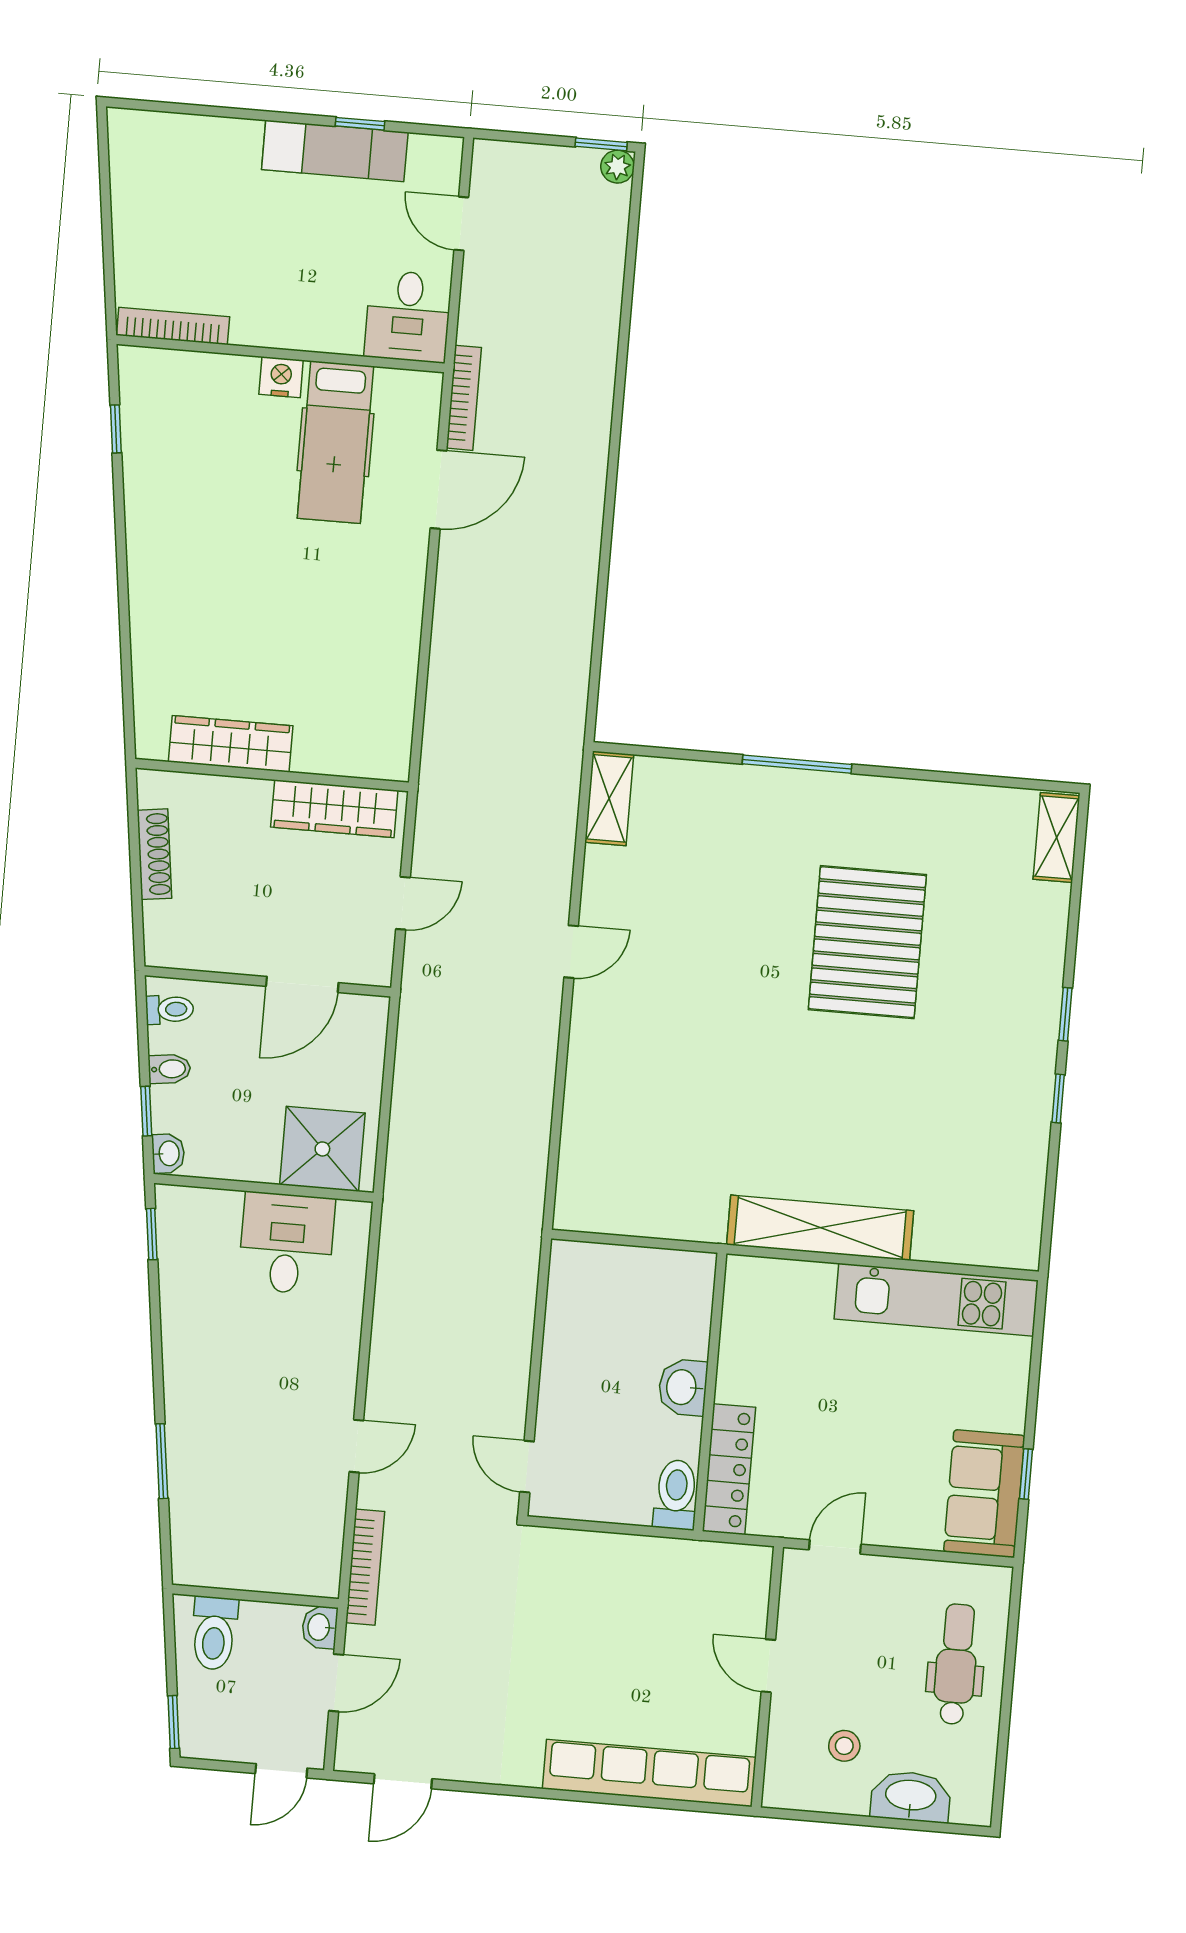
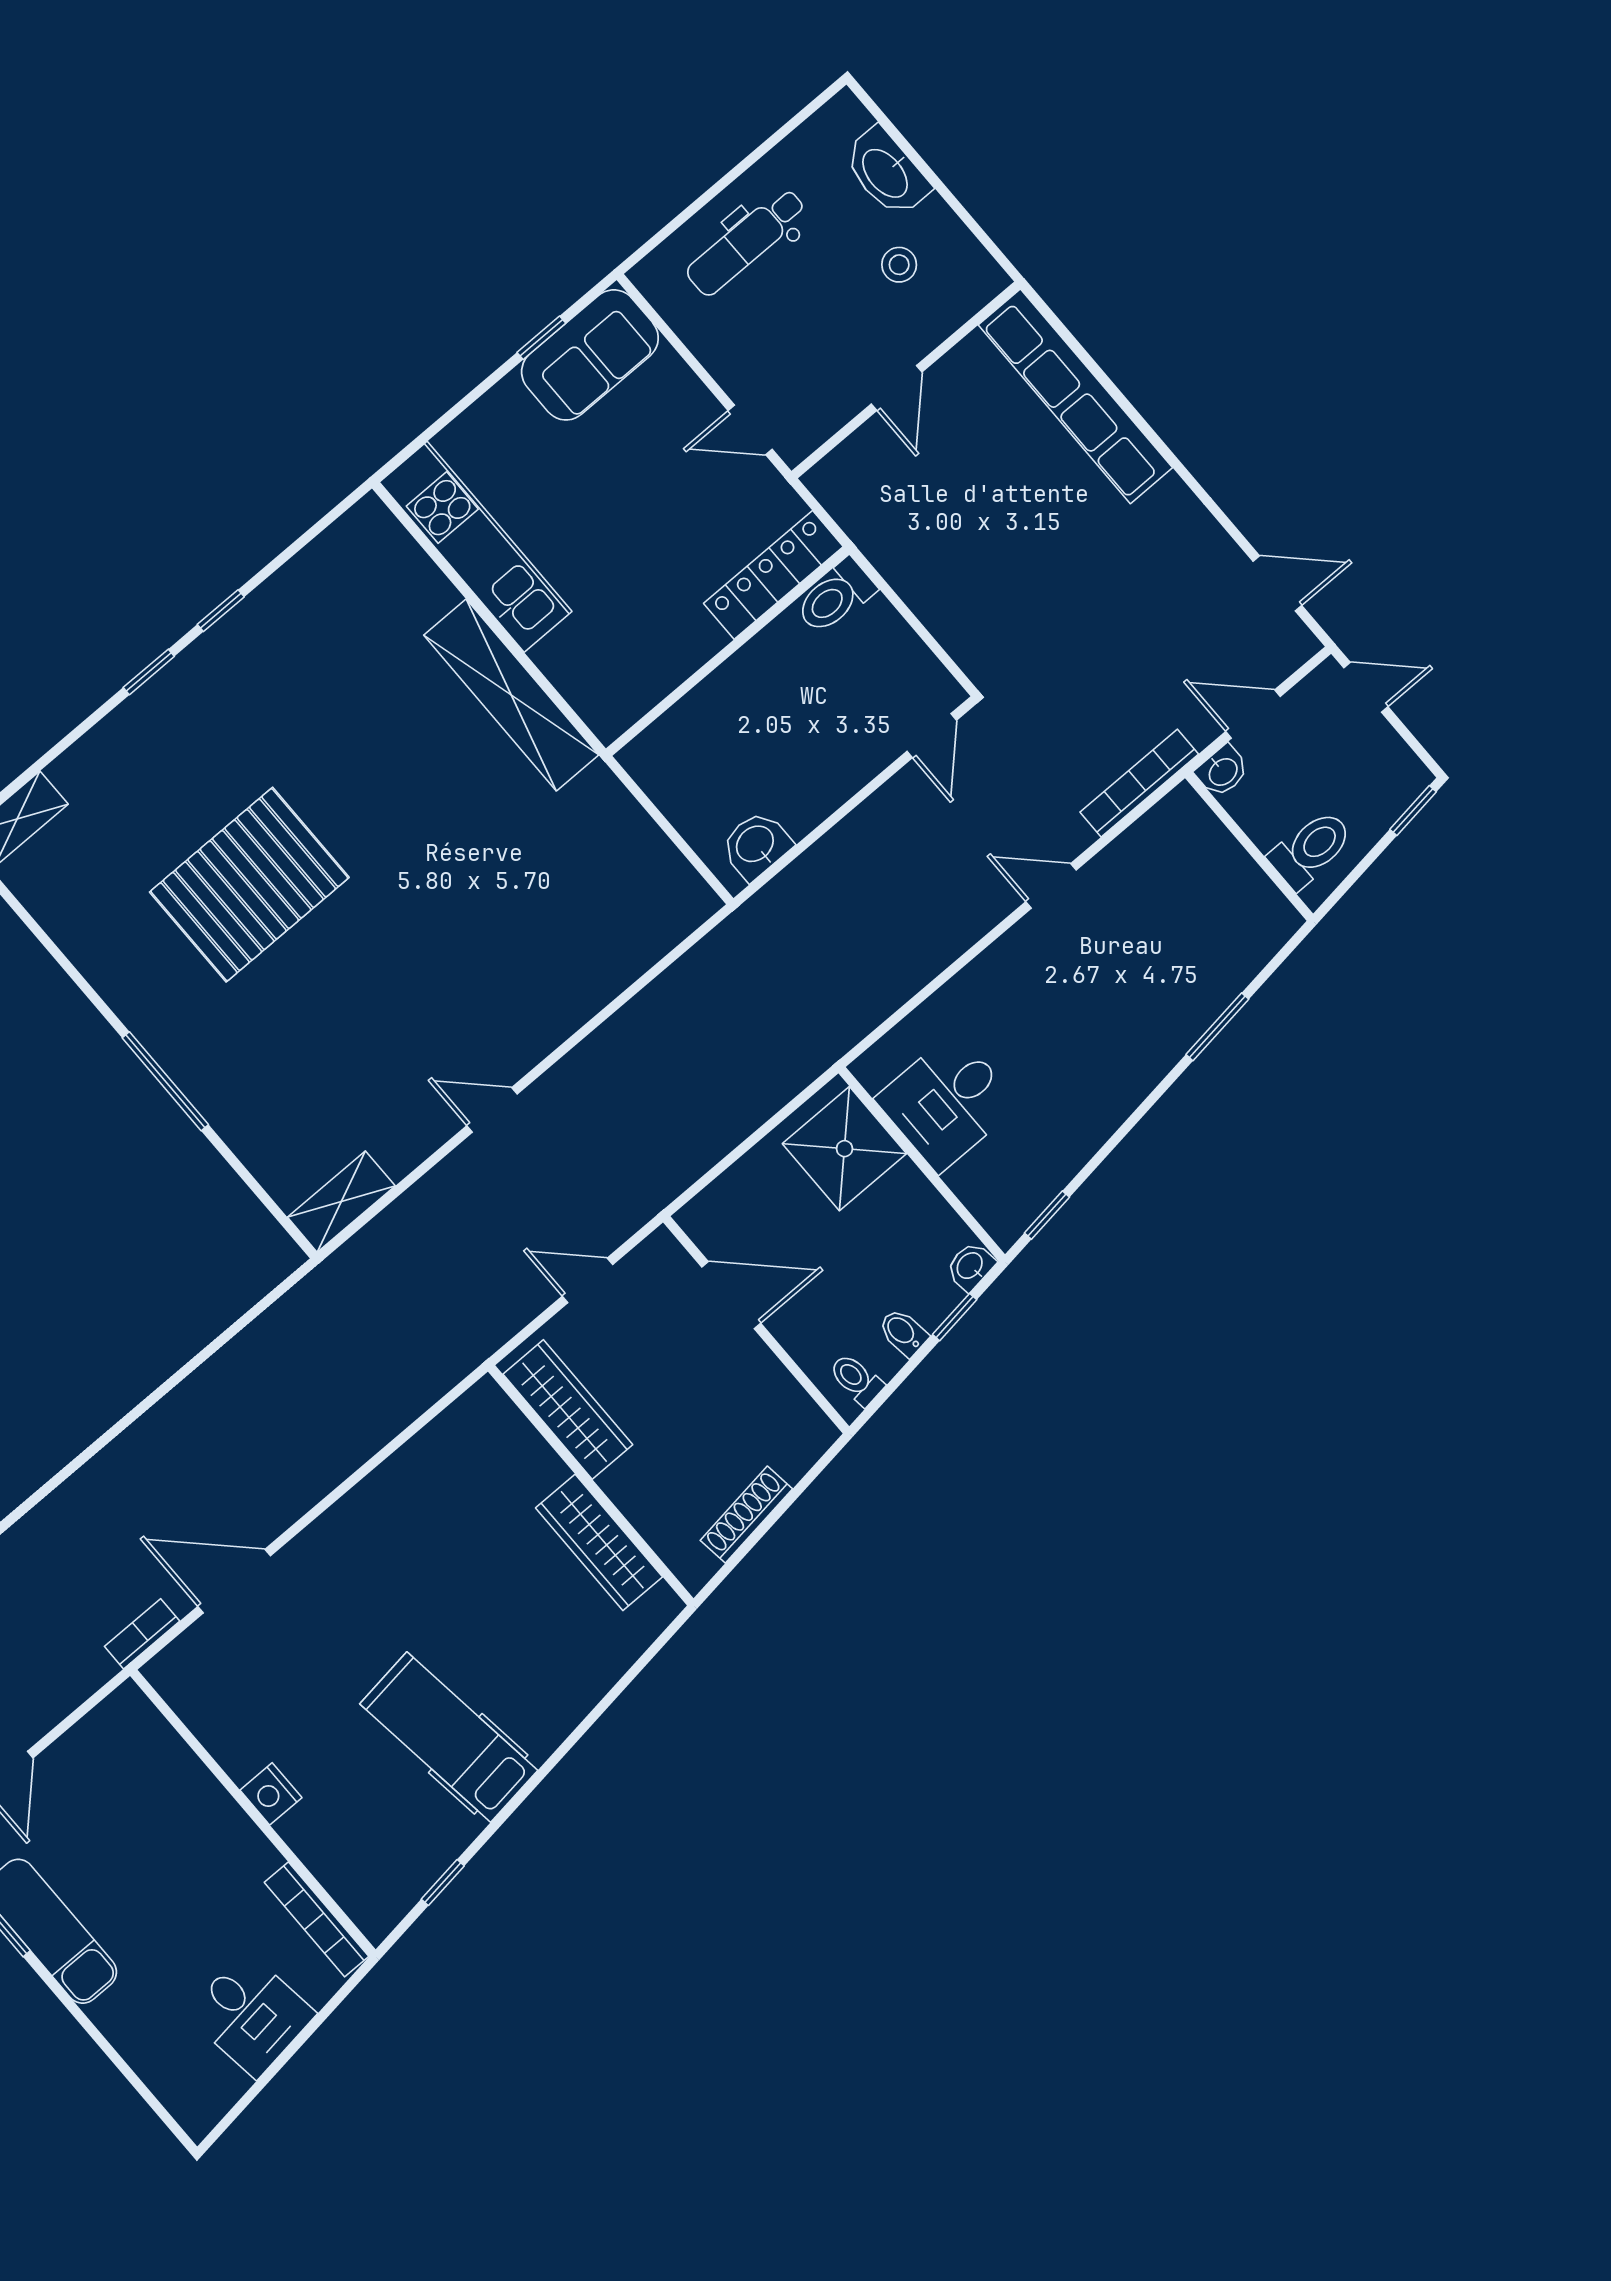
desk: (408, 316) -> (251, 2014), moved, turned 83
bookcase: (464, 398) -> (142, 1634), width x0.64
hospital bed: (336, 442) -> (449, 1737), moved, turned -97
washbasin: (683, 1387) -> (756, 845), moved, turned 180

